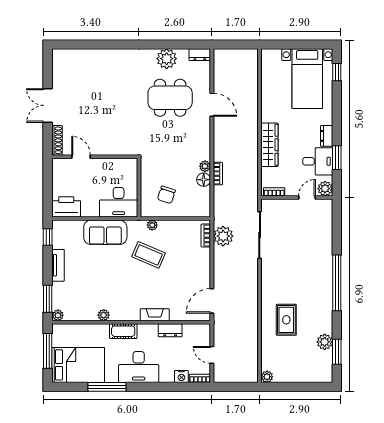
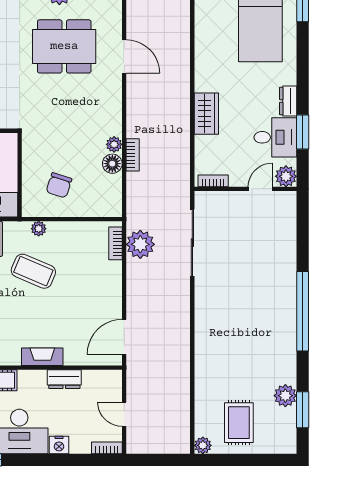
wardrobe: (269, 145) -> (206, 114), width x0.67
rug: (286, 320) -> (239, 423), moved
nightstand: (181, 376) -> (59, 445), moved

